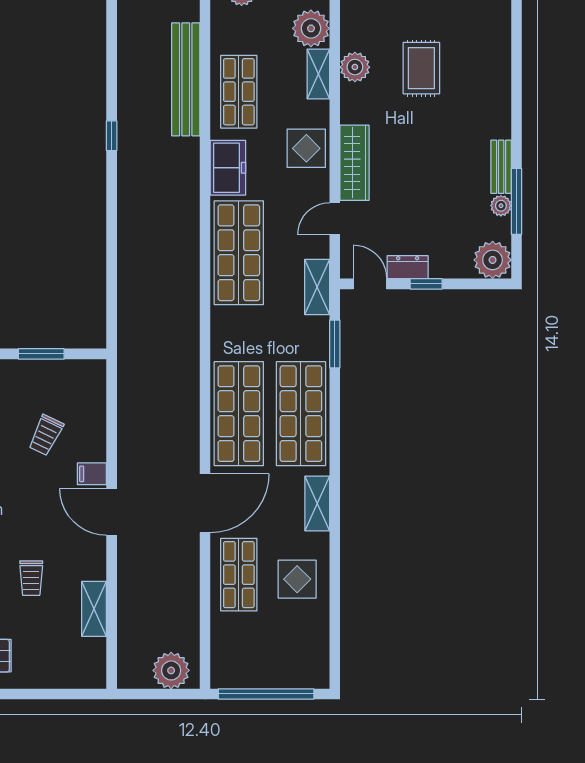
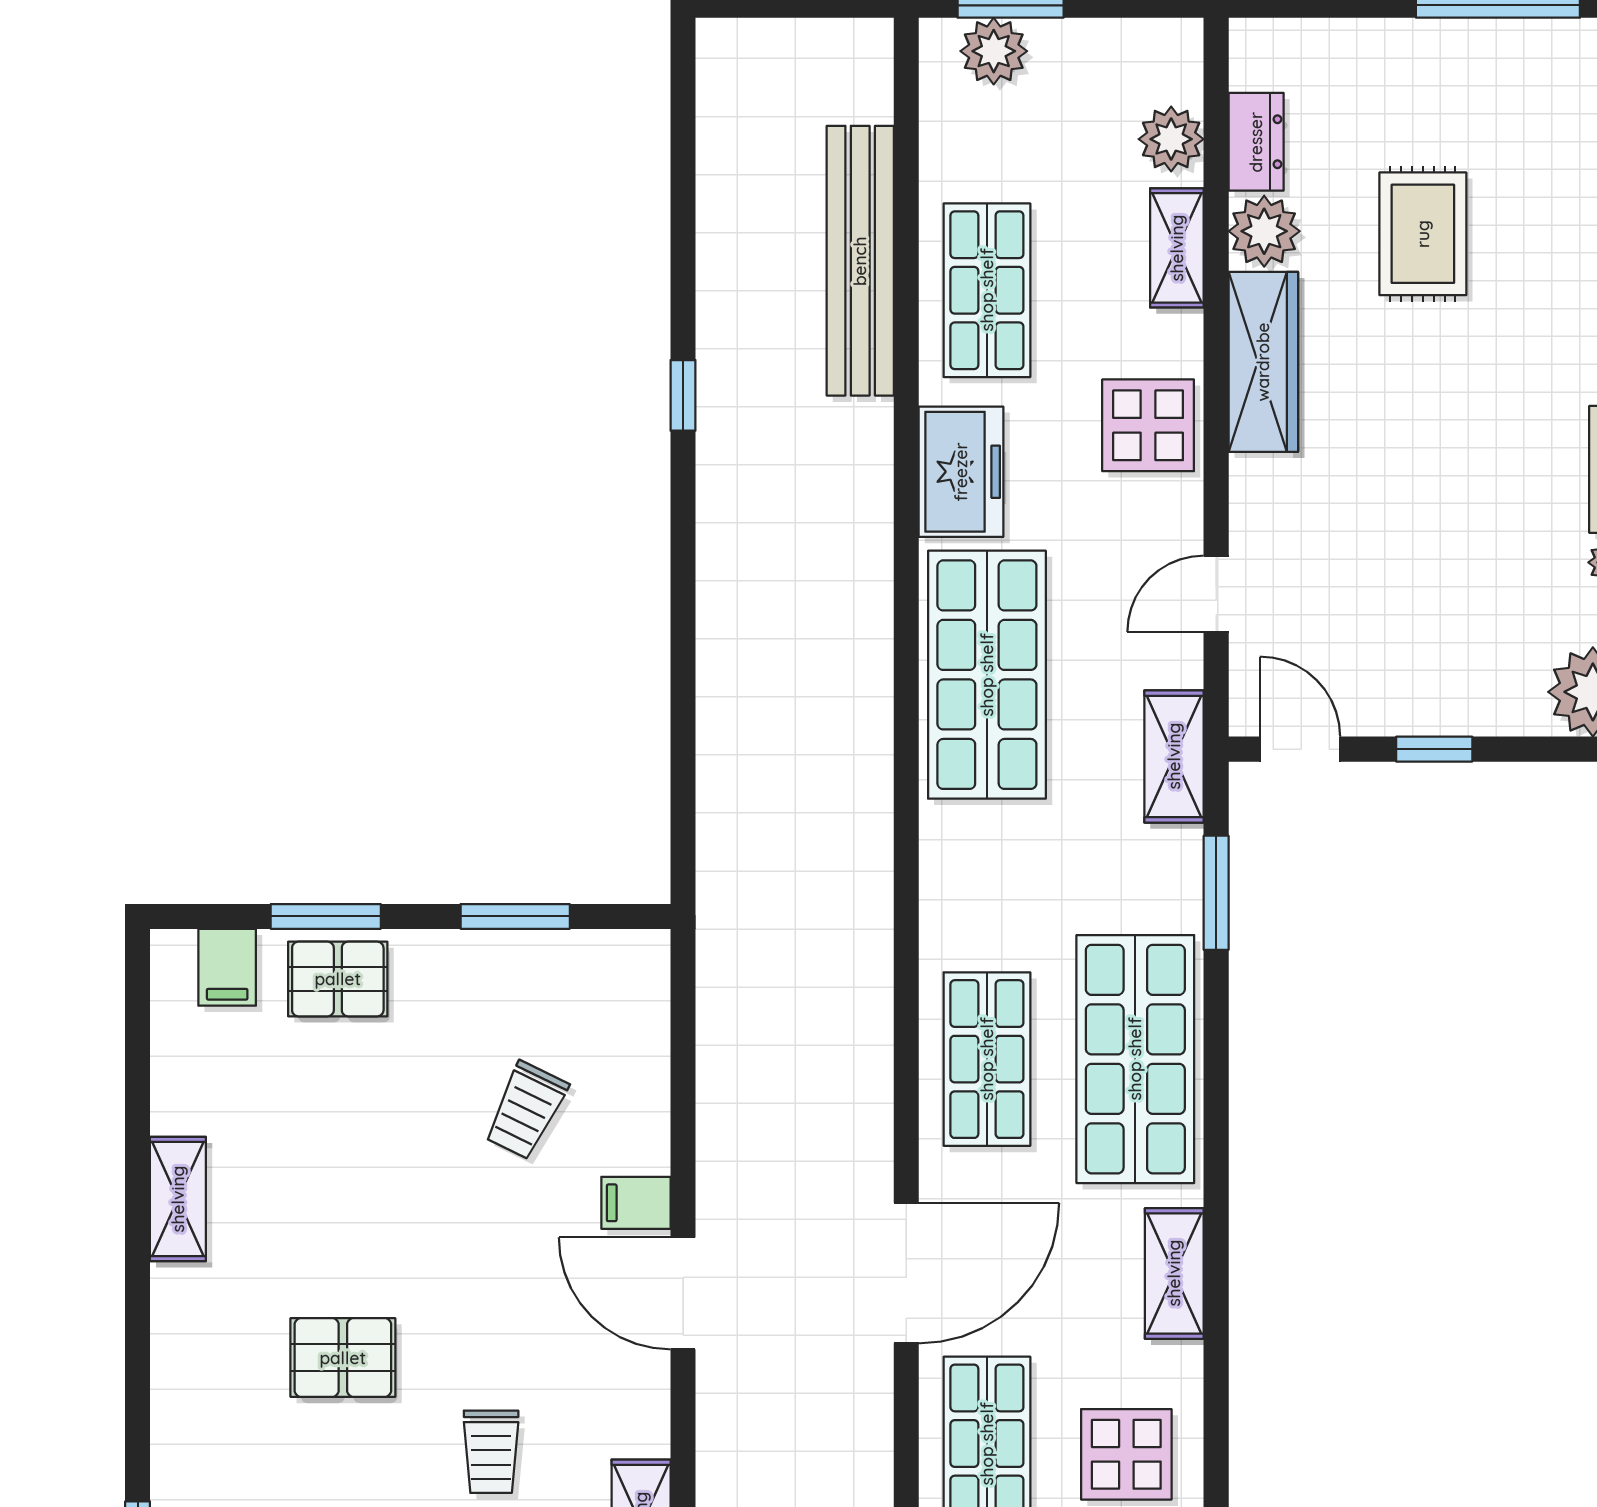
plant: (311, 28) -> (1171, 139), width x0.73, depth x0.73
wardrobe: (355, 163) -> (1263, 362), moved
dresser: (408, 267) -> (1256, 142), moved, turned 90
shop shelf: (239, 414) -> (987, 1059), width x0.70, depth x0.74

